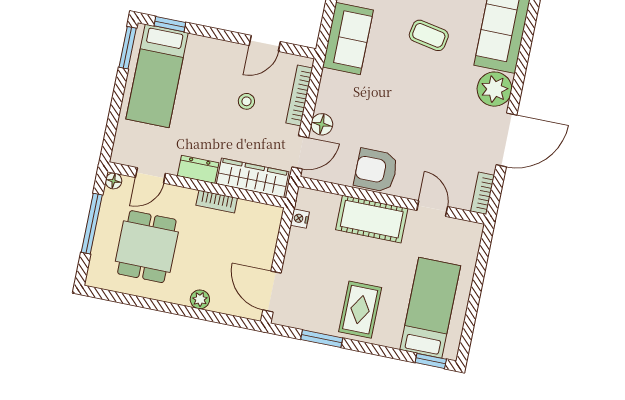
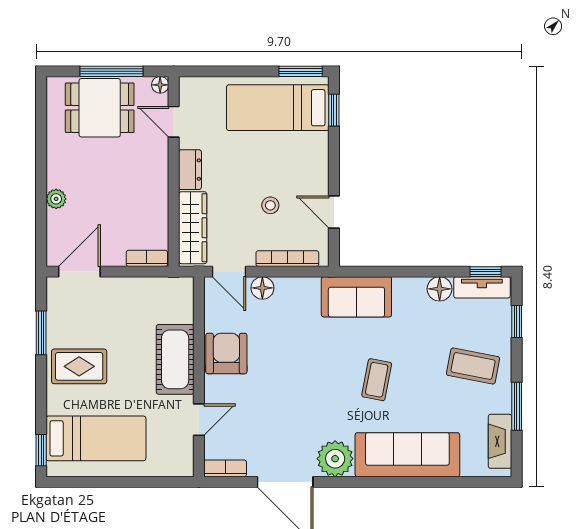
bookcase: (217, 202) -> (147, 258), moved, turned 90
nightstand: (300, 219) -> (161, 285), removed
dining table: (147, 247) -> (100, 108), moved

